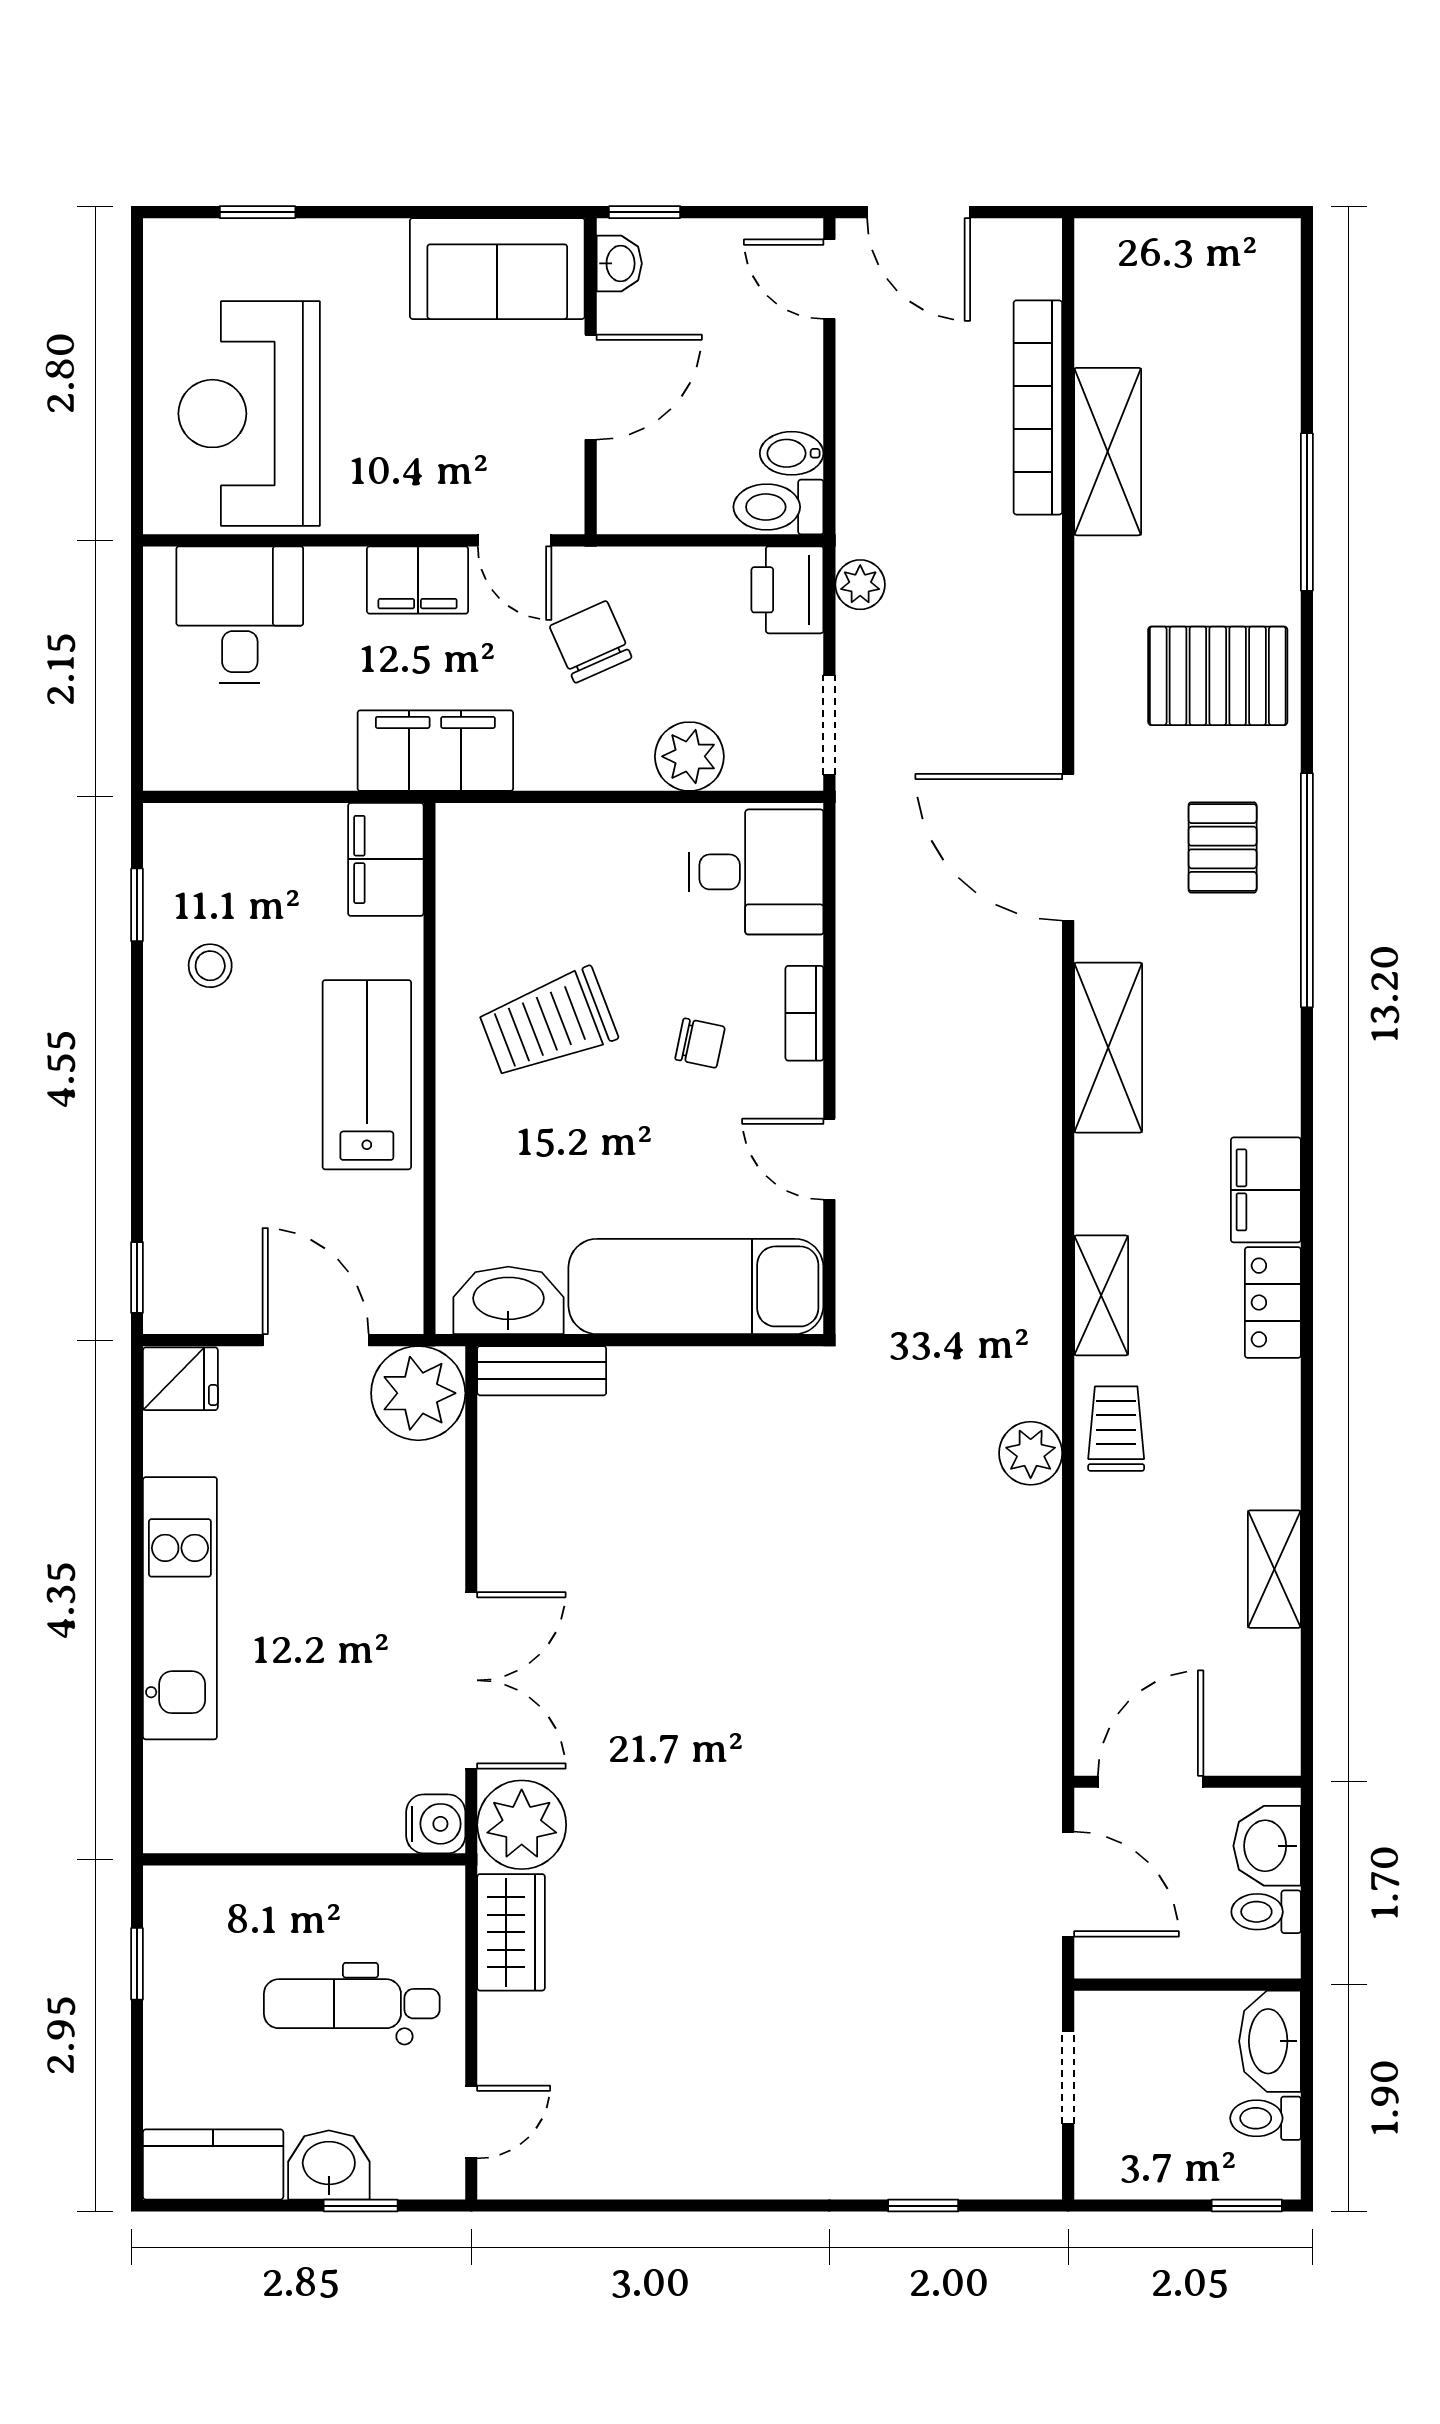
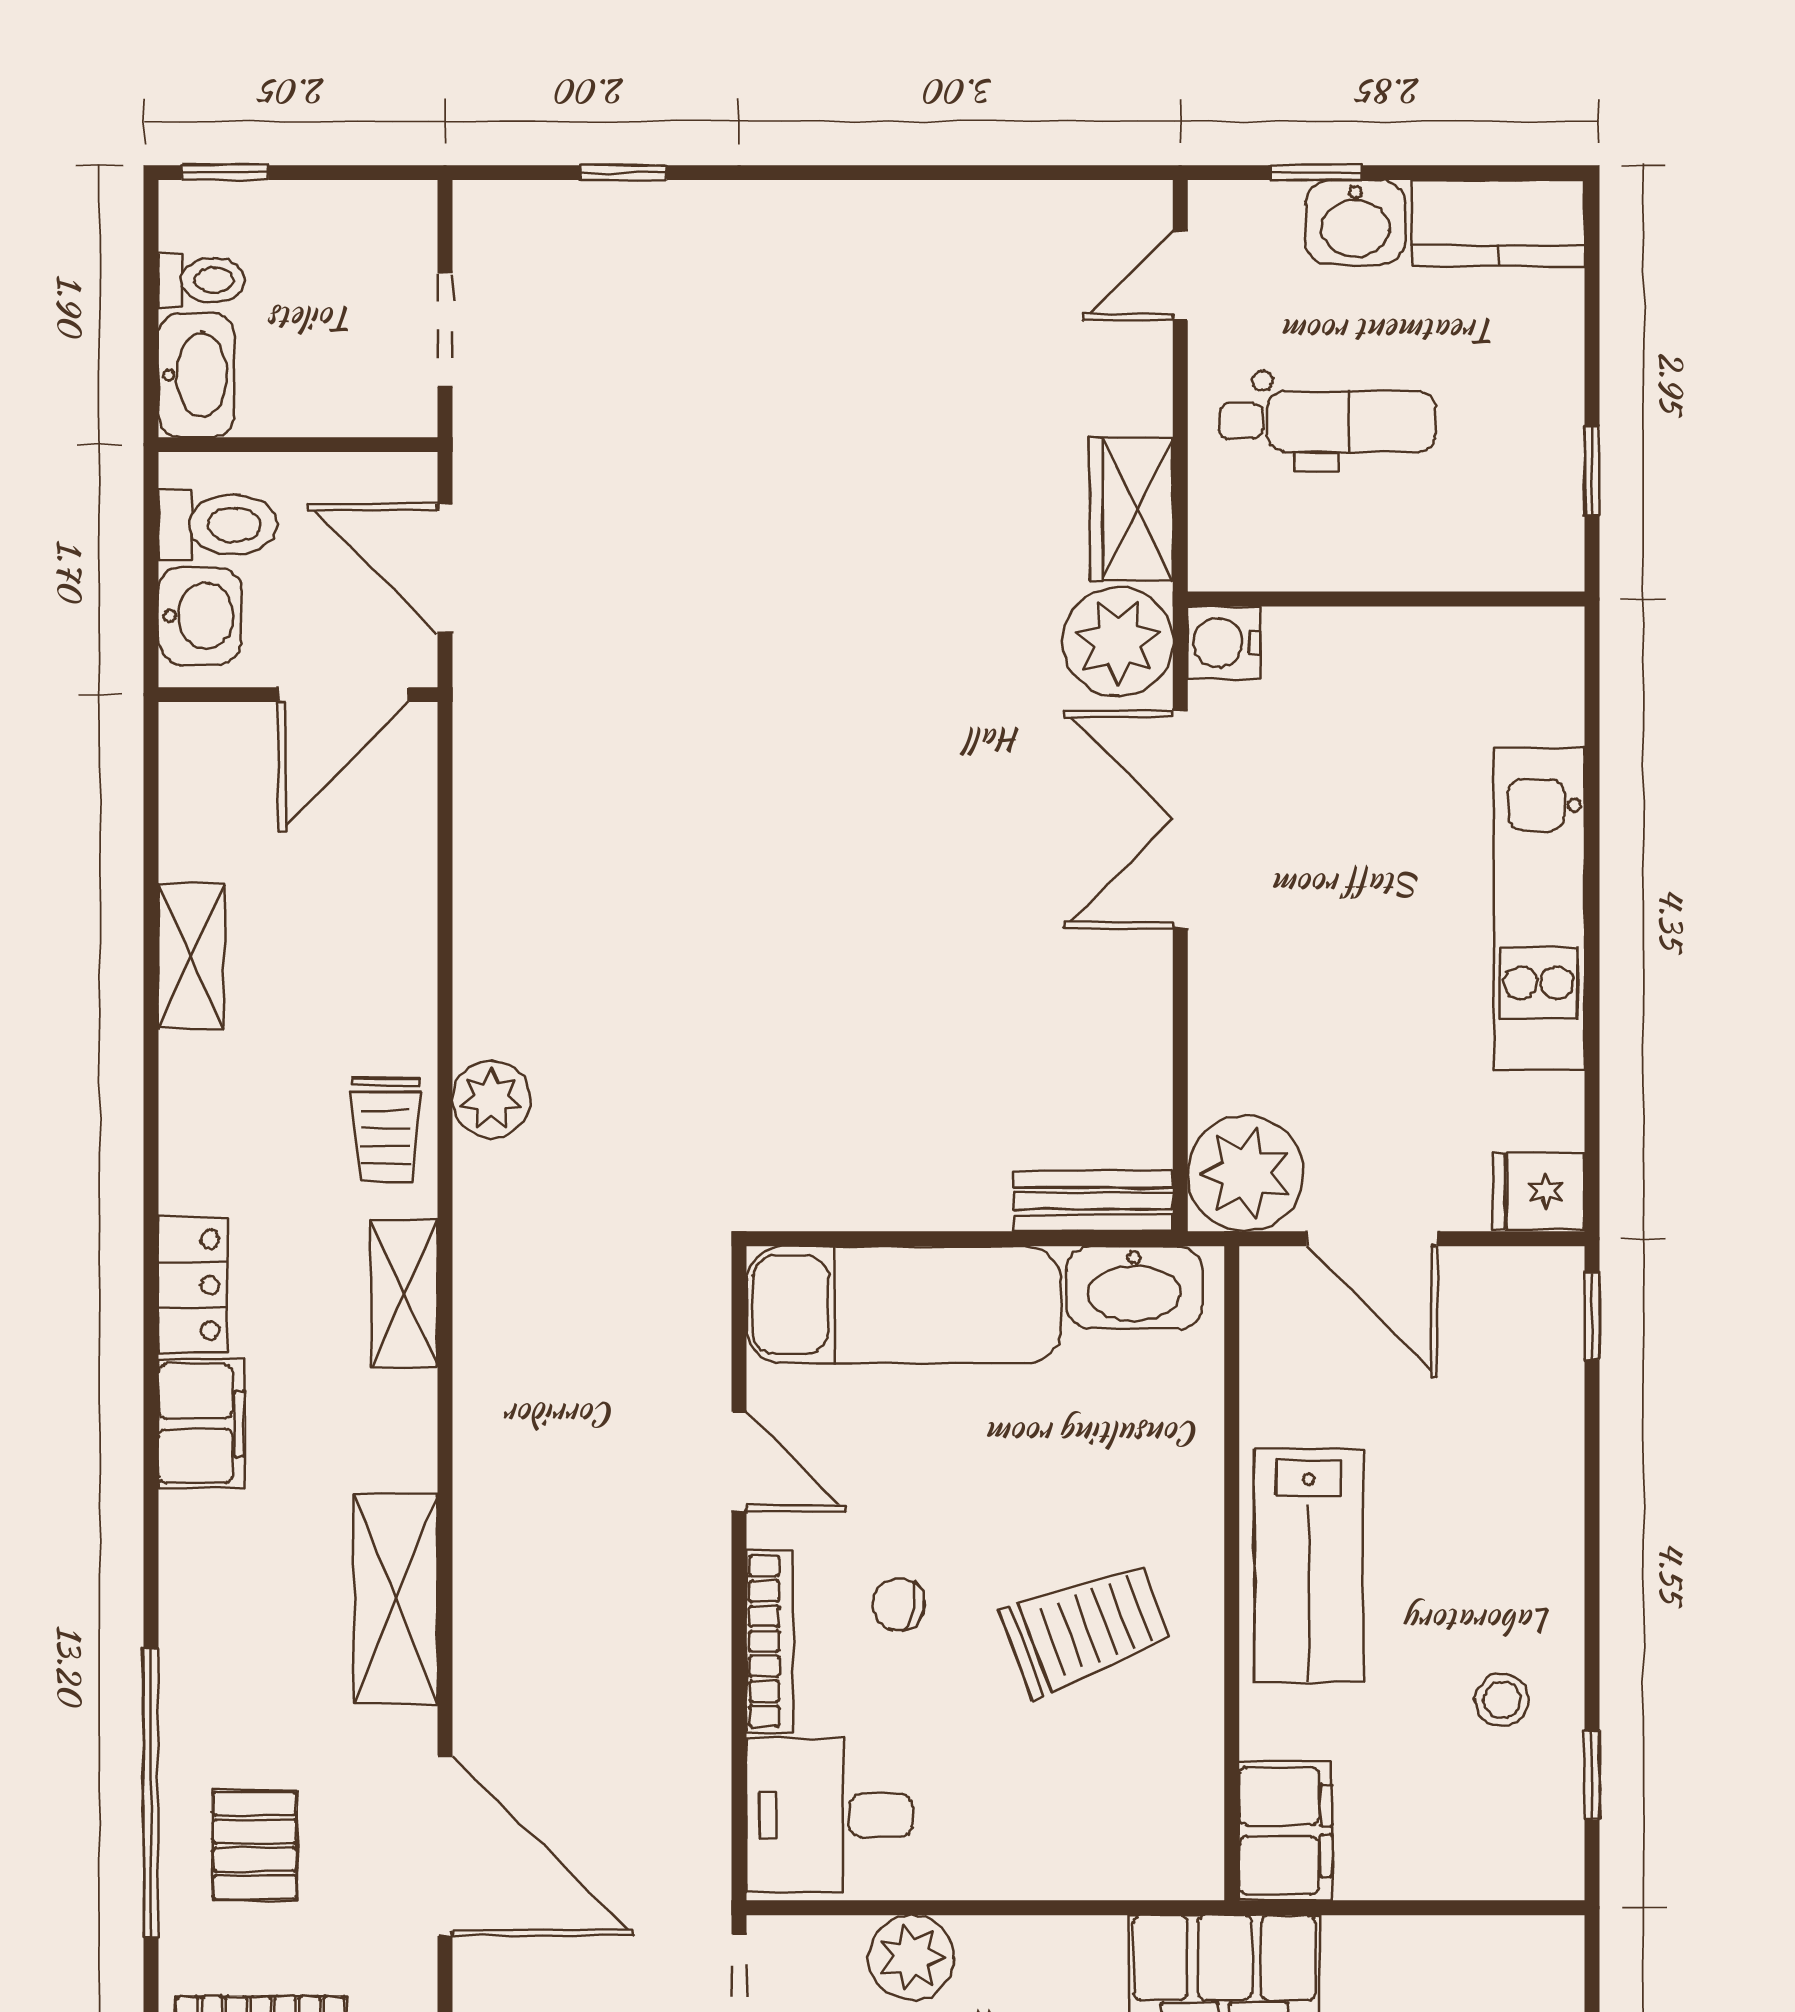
bookcase: (804, 1013) -> (770, 1641), width x1.56
toilet: (1266, 1912) -> (218, 525), width x1.37, depth x1.39

